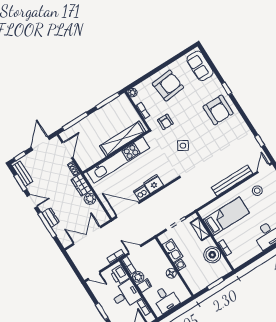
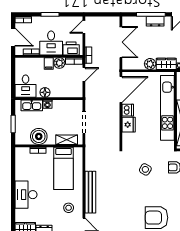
kitchen sink: (172, 251) -> (32, 105), moved
desk: (166, 299) -> (26, 86), moved, turned -90

